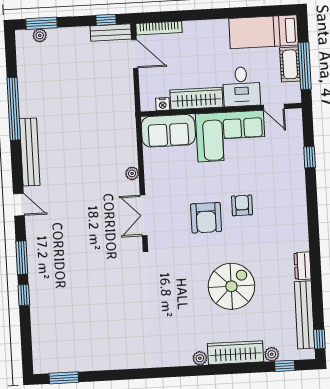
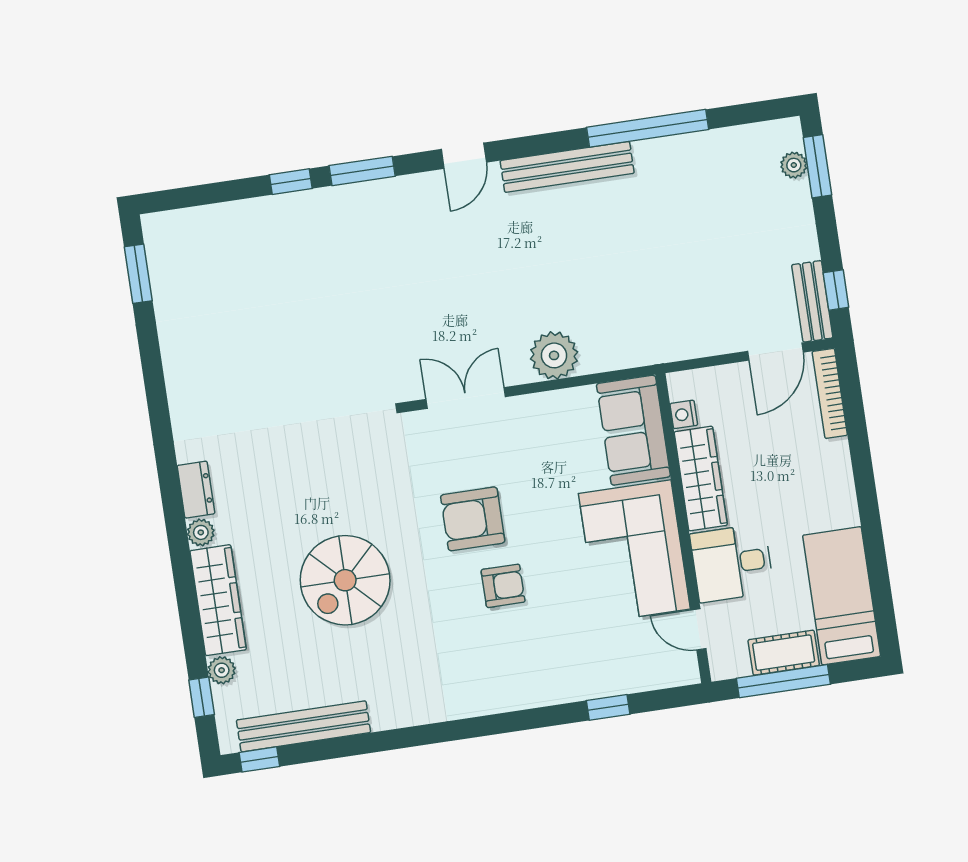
door: (274, 107) -> (698, 629), hinge flipped
plant: (132, 173) -> (554, 355), width x1.87, depth x1.87
dresser: (302, 266) -> (196, 490), moved, turned 90
spiral stairs: (231, 286) -> (345, 580), turned 90

